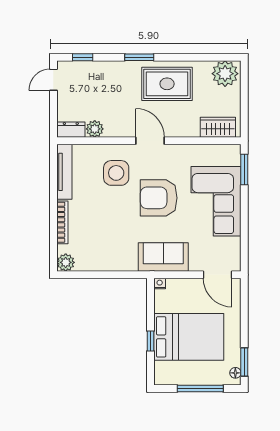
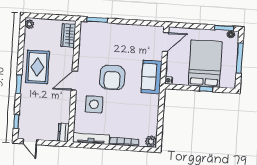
plant: (225, 74) -> (29, 24), width x0.53, depth x0.53
plant: (95, 129) -> (64, 117), removed
corner sofa: (216, 201) -> (117, 40), removed

